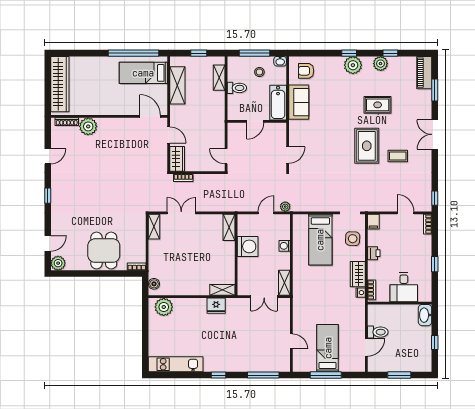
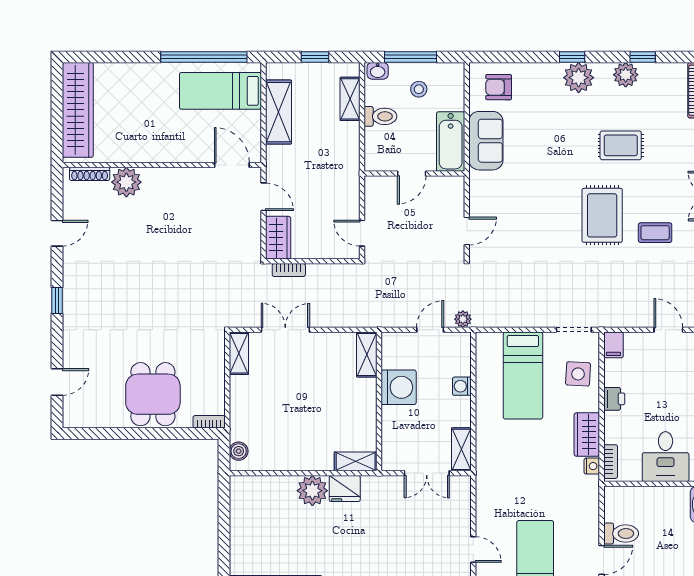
washbasin: (280, 61) -> (378, 71), moved
plant: (58, 263) -> (75, 416), removed
plant: (164, 307) -> (312, 491), moved

